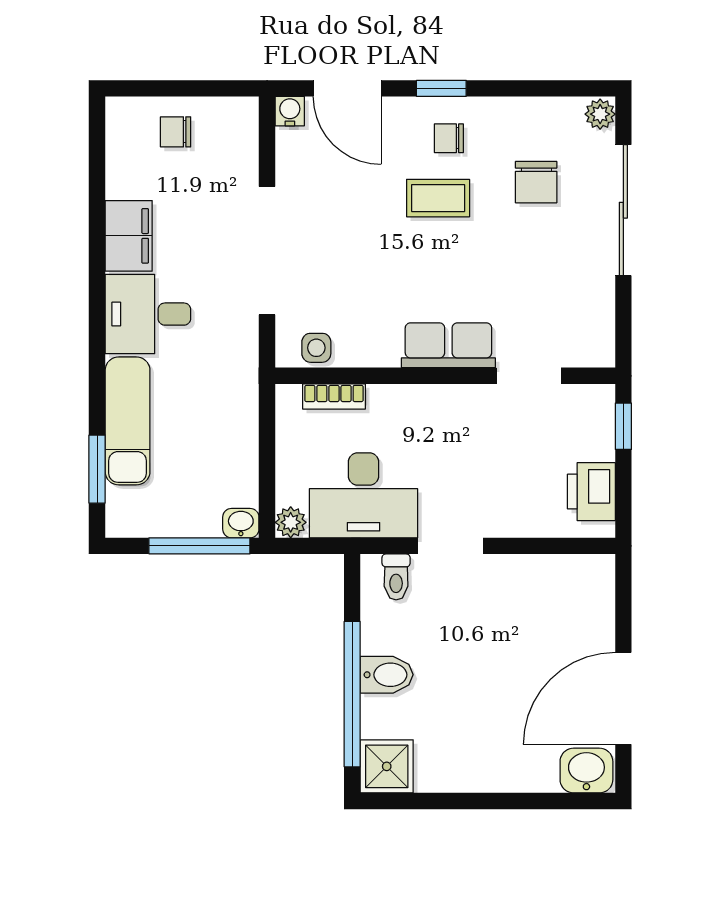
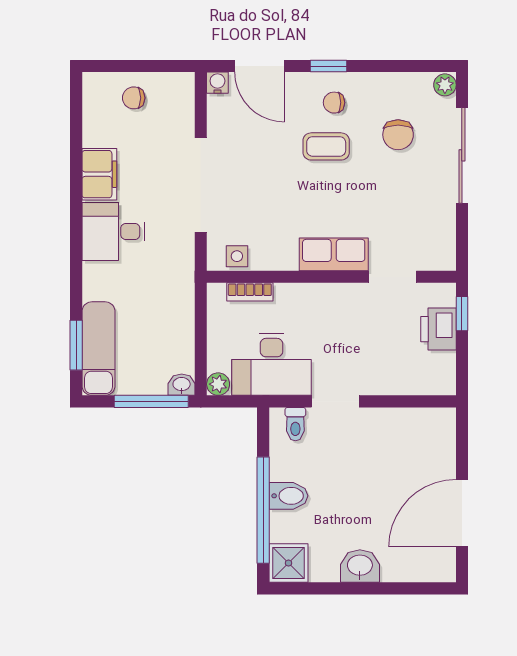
exam couch: (128, 421) -> (98, 349), moved
printer: (591, 492) -> (439, 329), moved
washbasin: (586, 771) -> (360, 566), moved

